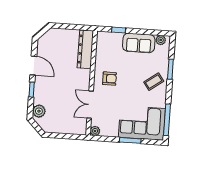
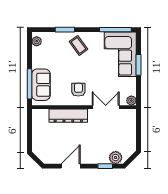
window: (119, 30) -> (29, 84), width x2.17
sofa: (139, 43) -> (41, 85), moved
dresser: (85, 49) -> (68, 116), moved
window: (32, 90) -> (105, 166), moved
double door: (90, 105) -> (106, 107), swing flipped

